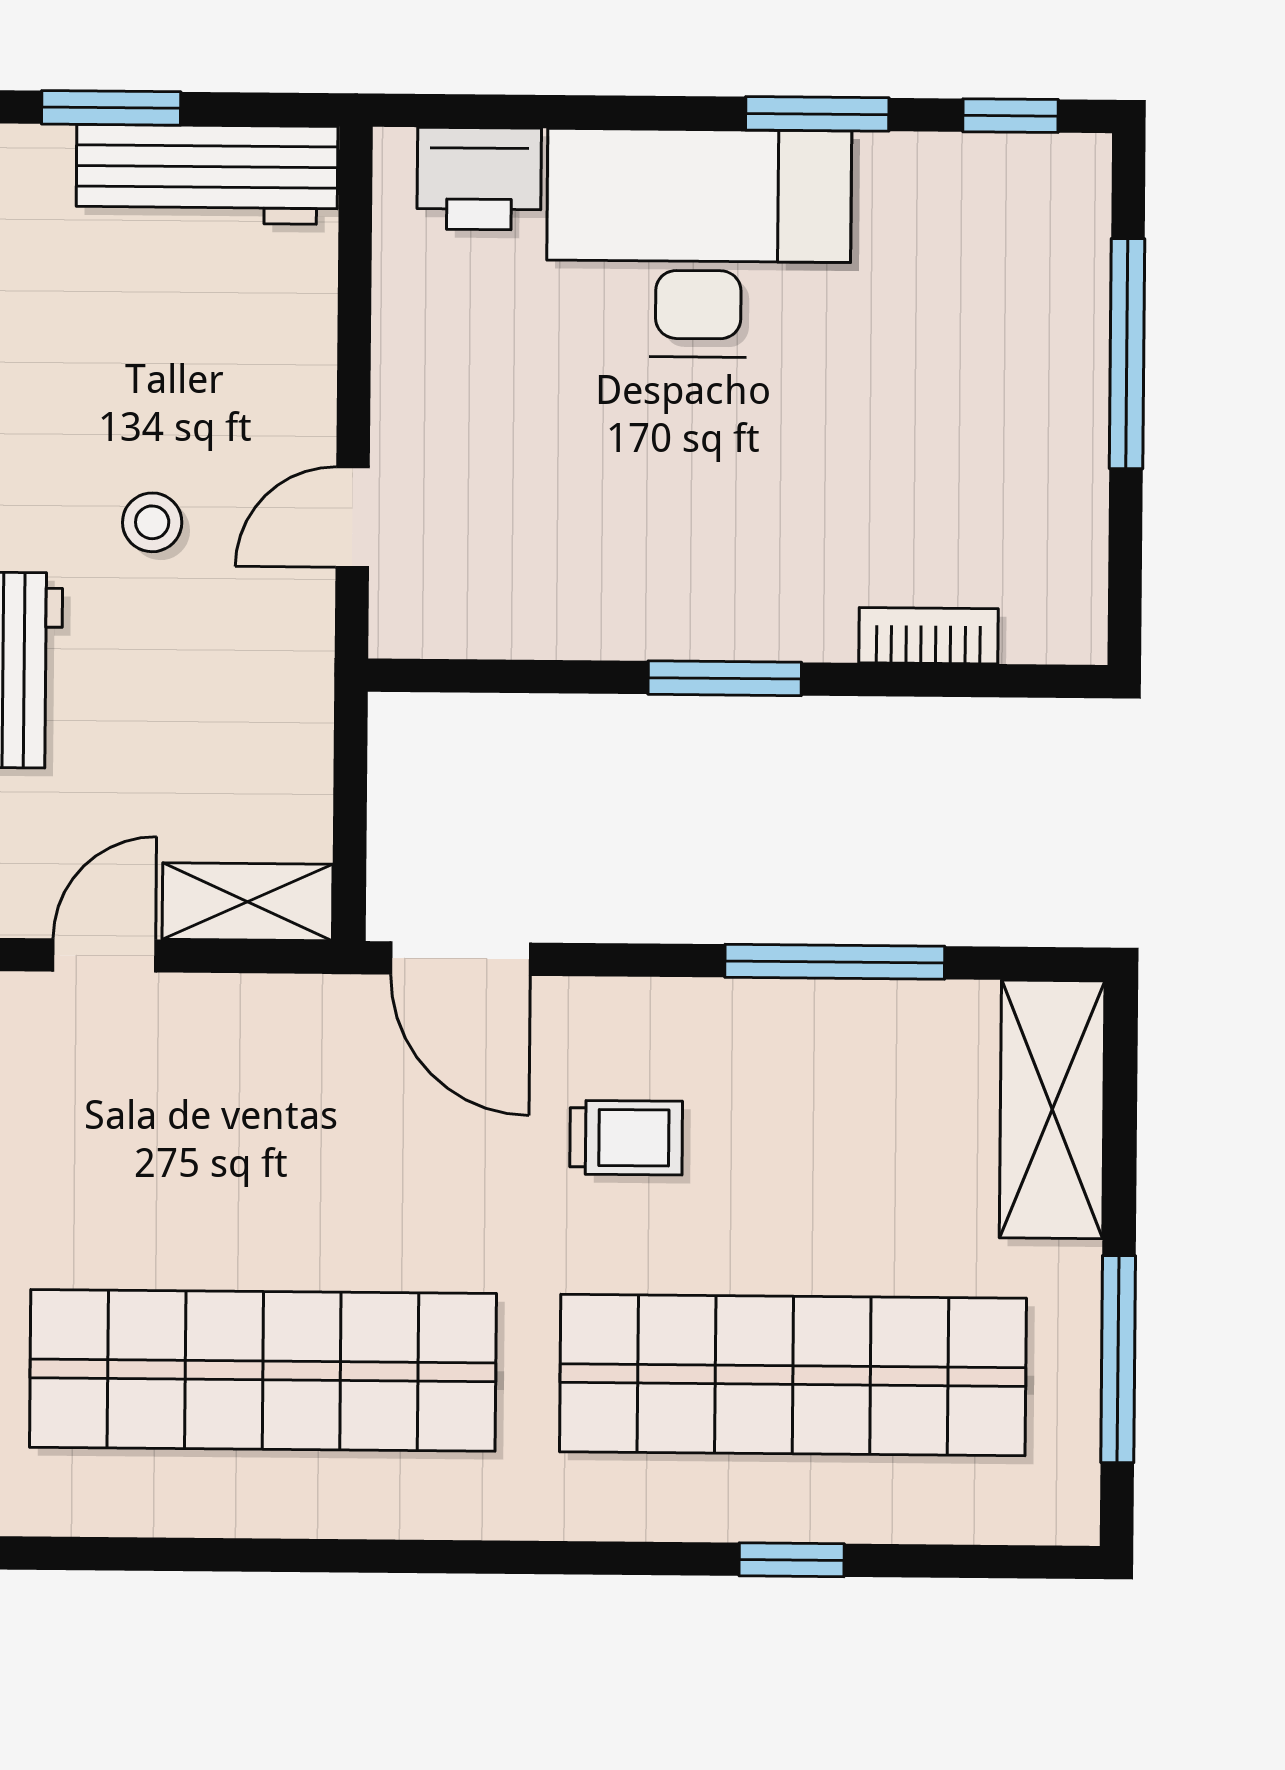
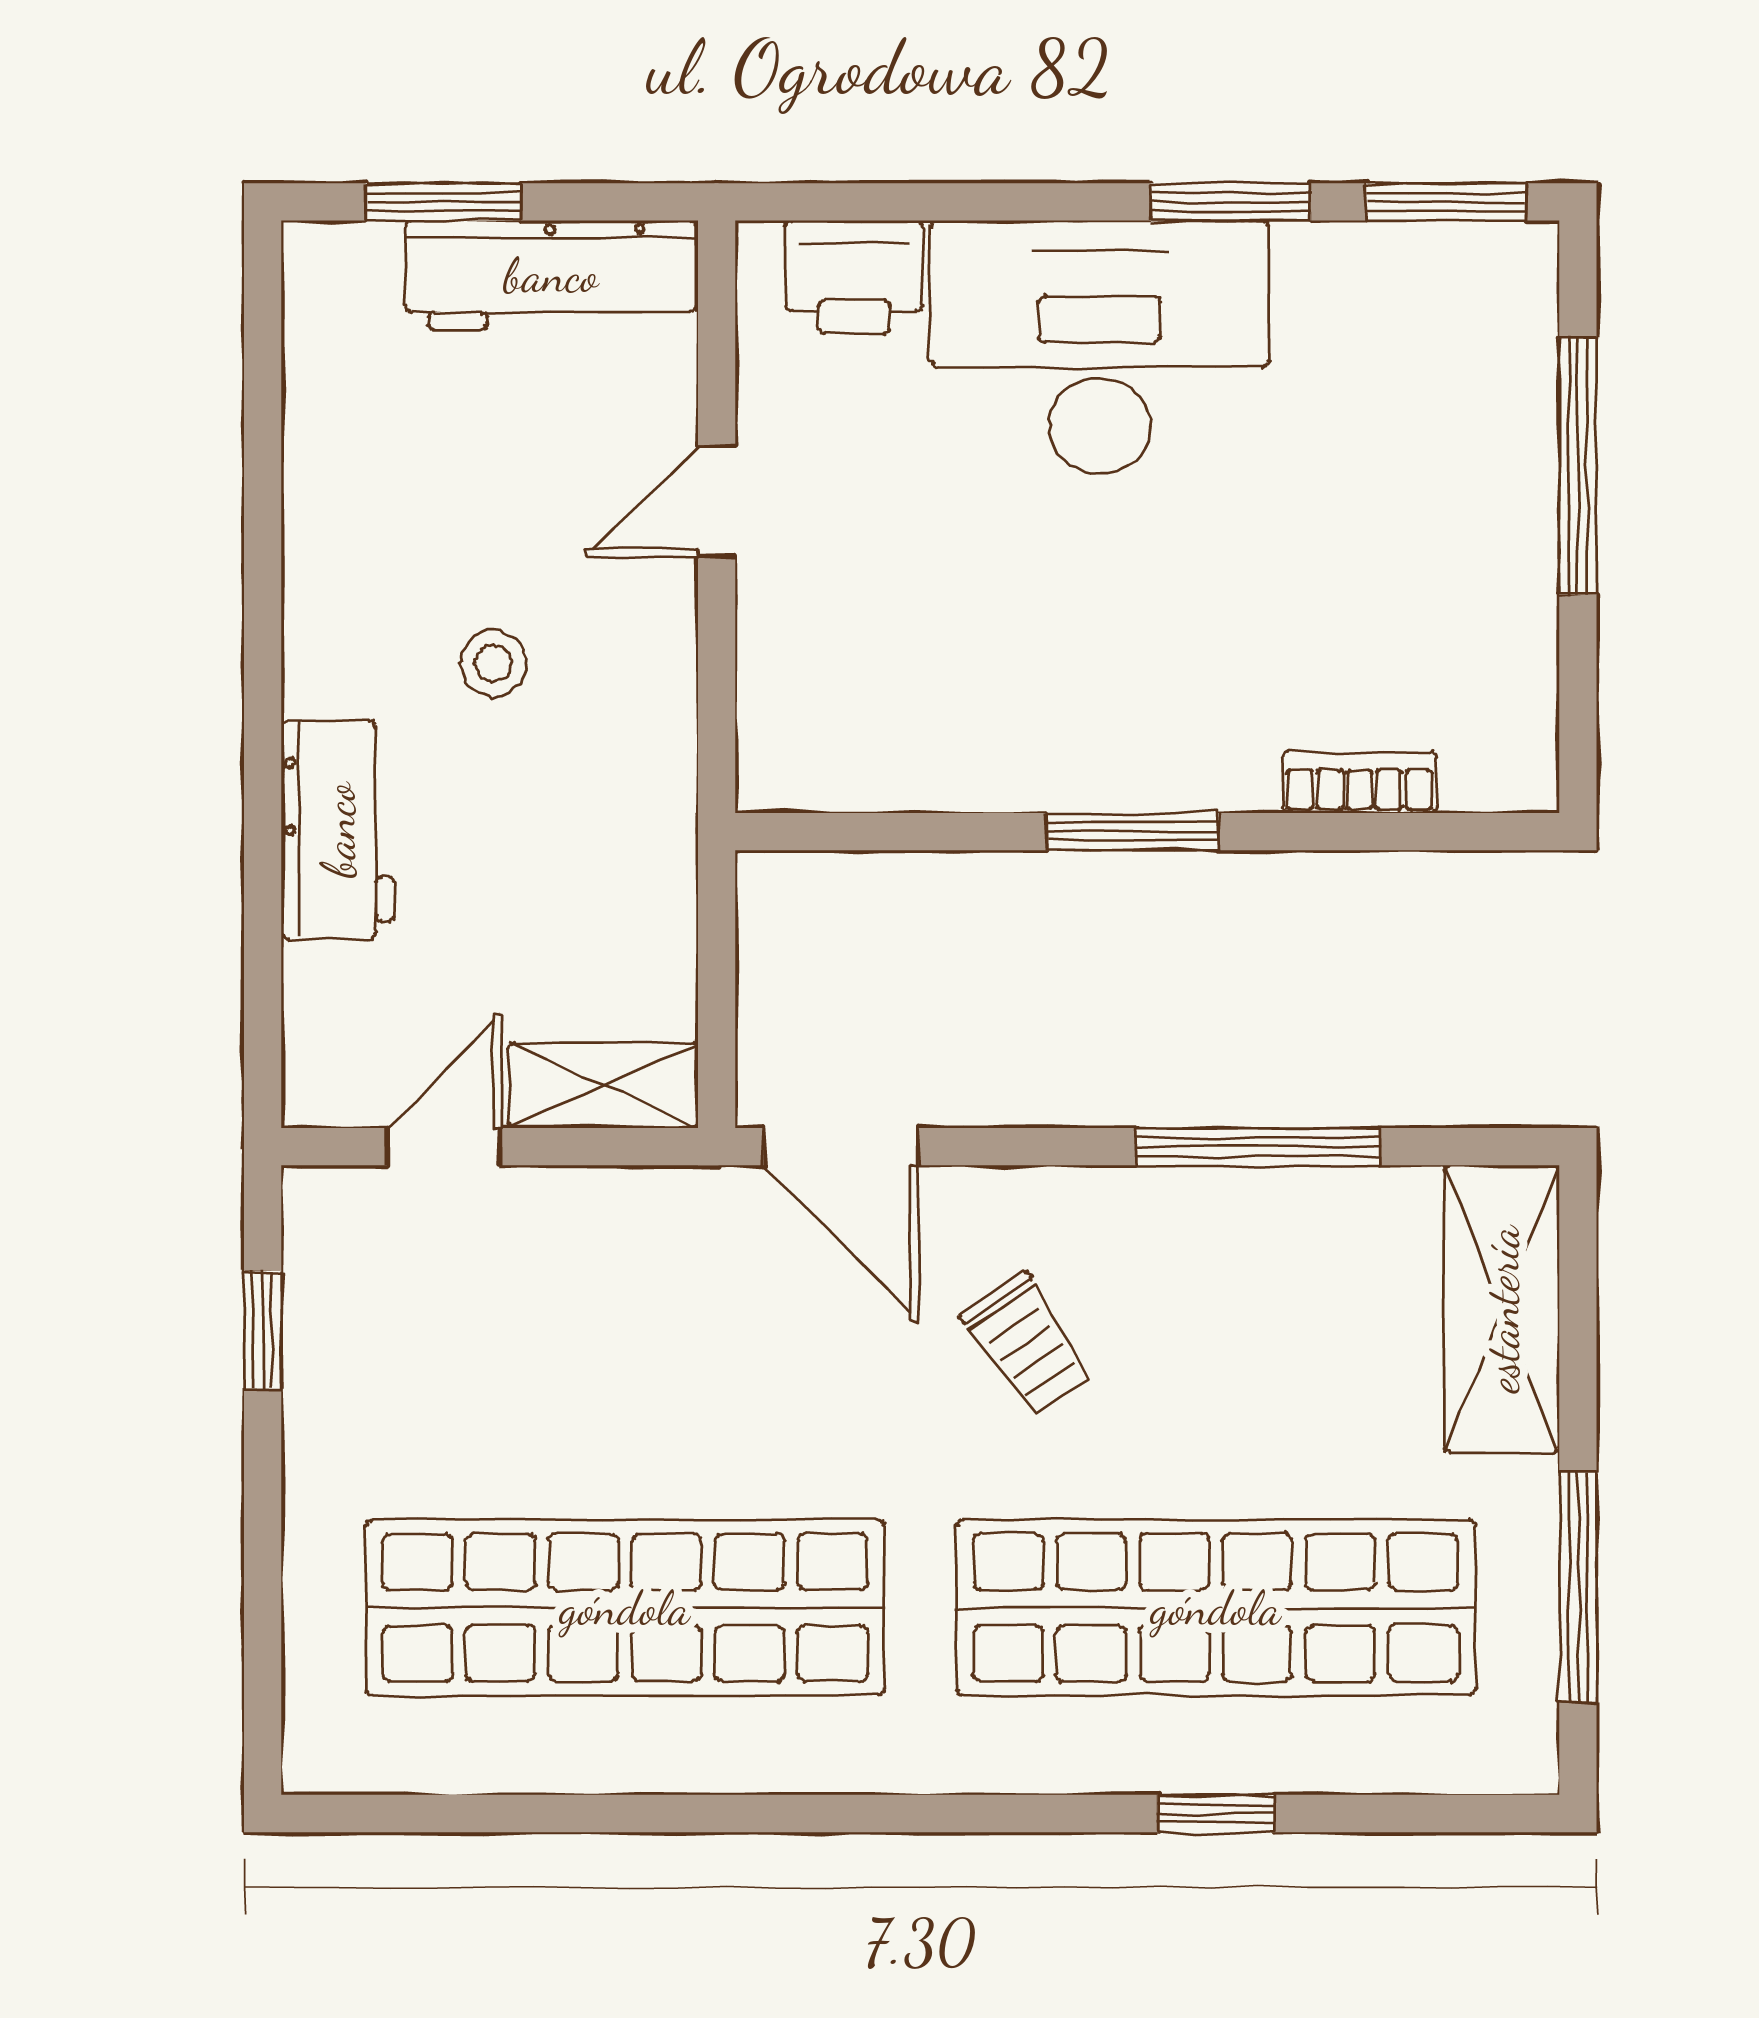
window: (1011, 116) -> (1446, 202), width x1.50
door: (353, 517) -> (717, 501), moved
trolley: (626, 1138) -> (1027, 1345), turned 56

